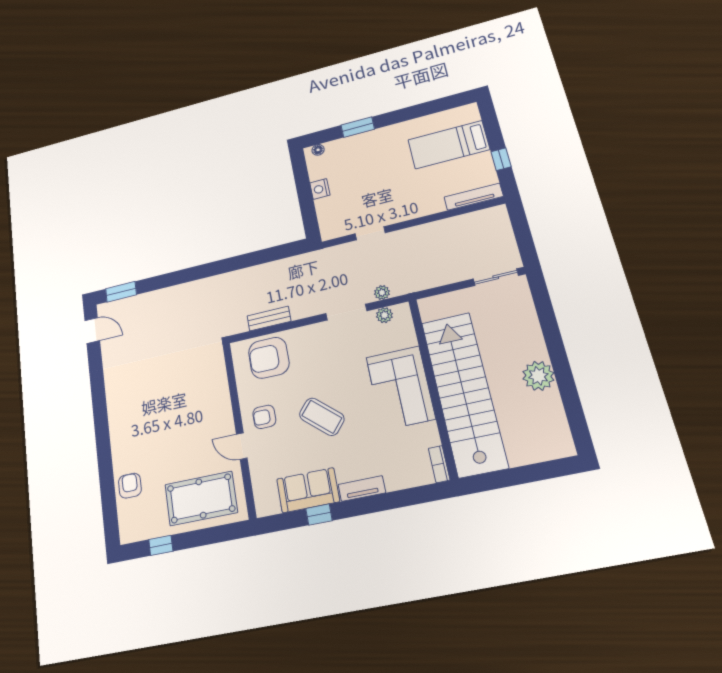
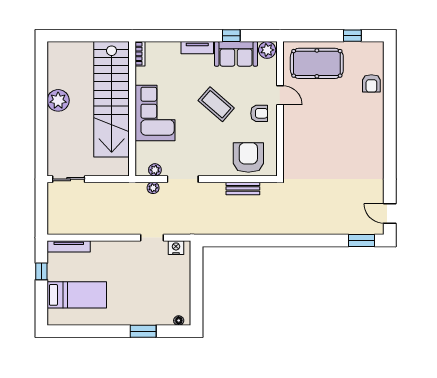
nightstand: (320, 189) -> (176, 248), moved, turned -90
armchair: (269, 358) -> (248, 157), turned -90
plant: (268, 504) -> (267, 50), added

